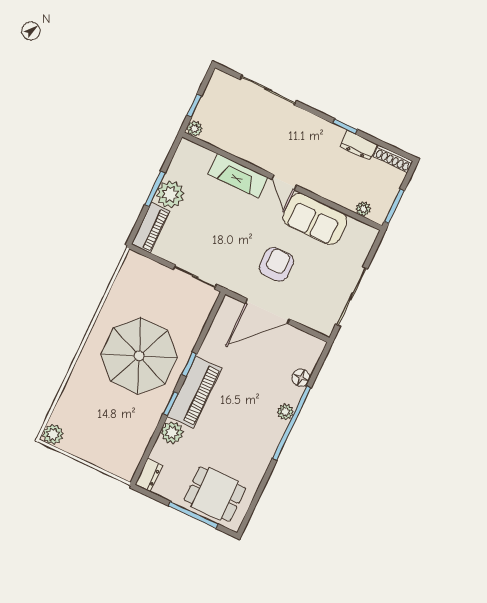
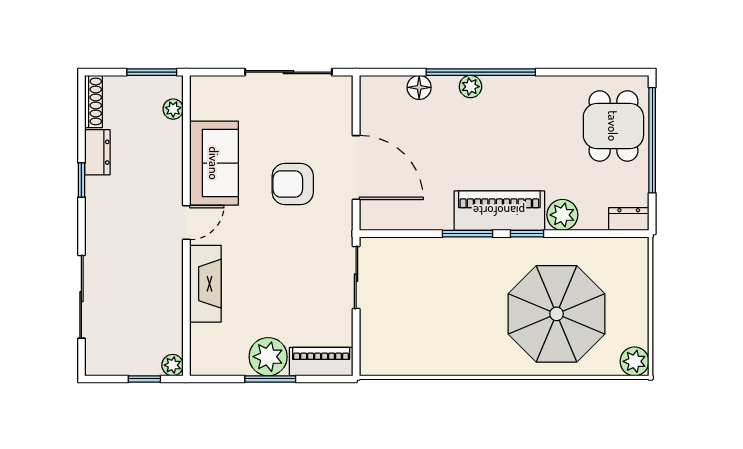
parasol: (139, 356) -> (557, 314), moved
window: (189, 364) -> (468, 234), width x1.50
window: (193, 515) -> (652, 140), width x1.46

